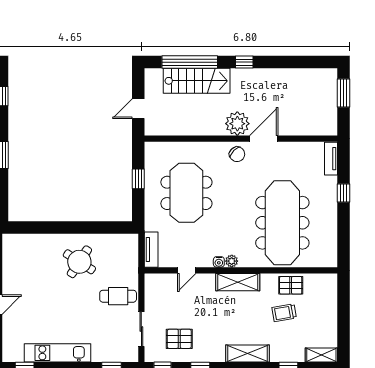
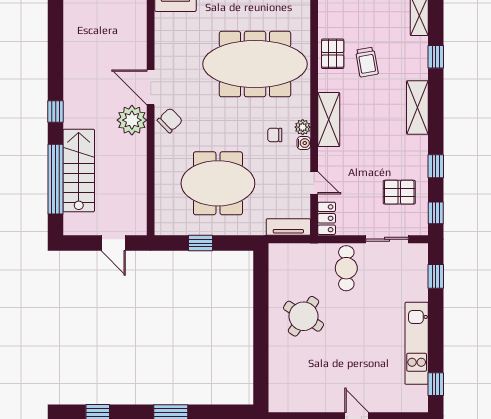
chair: (225, 239) -> (275, 135), added
locker: (158, 280) -> (327, 218), added
pallet: (179, 339) -> (399, 192), turned 90

